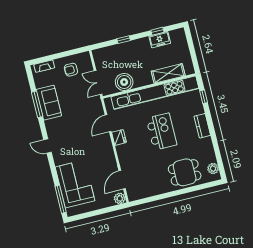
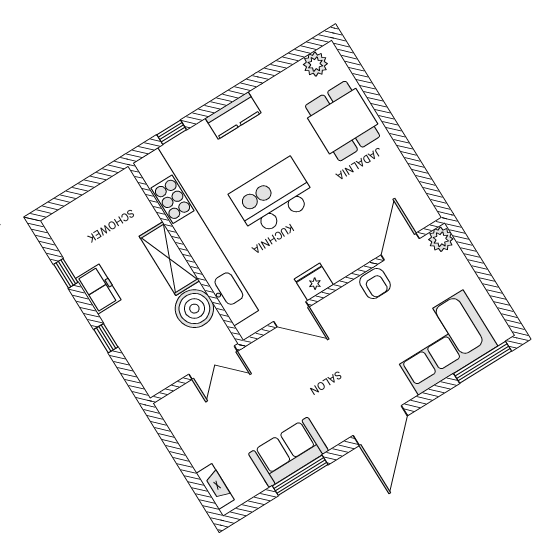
freezer: (160, 40) -> (98, 289), moved
armchair: (71, 70) -> (375, 284), moved
shelving: (168, 73) -> (169, 259), moved
door: (47, 146) -> (380, 426), width x1.88
door: (122, 180) -> (400, 247), swing flipped

